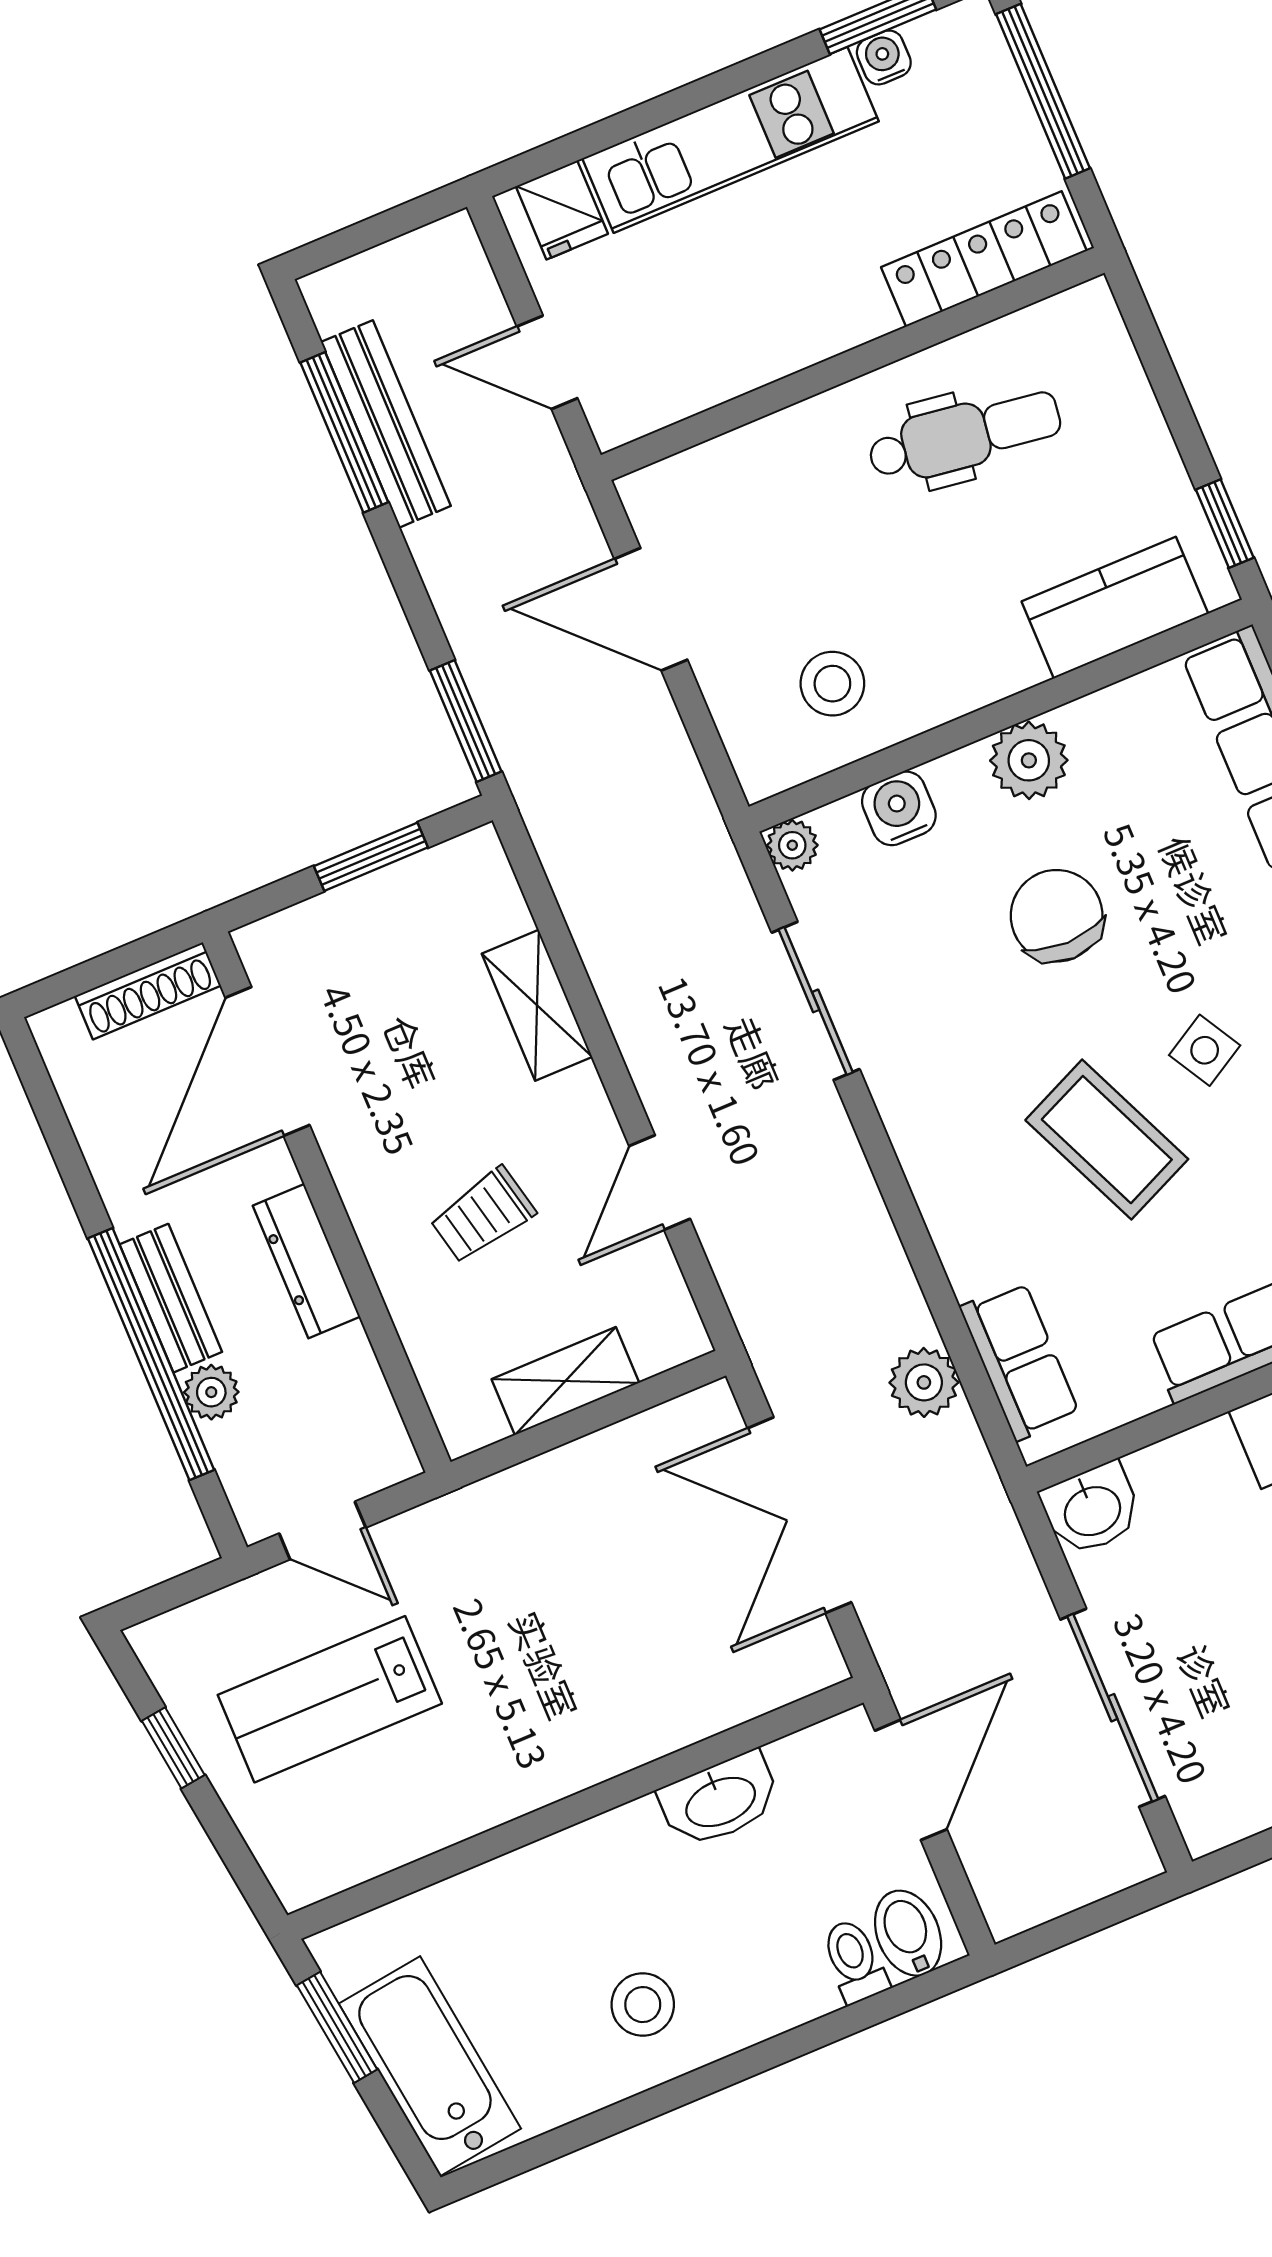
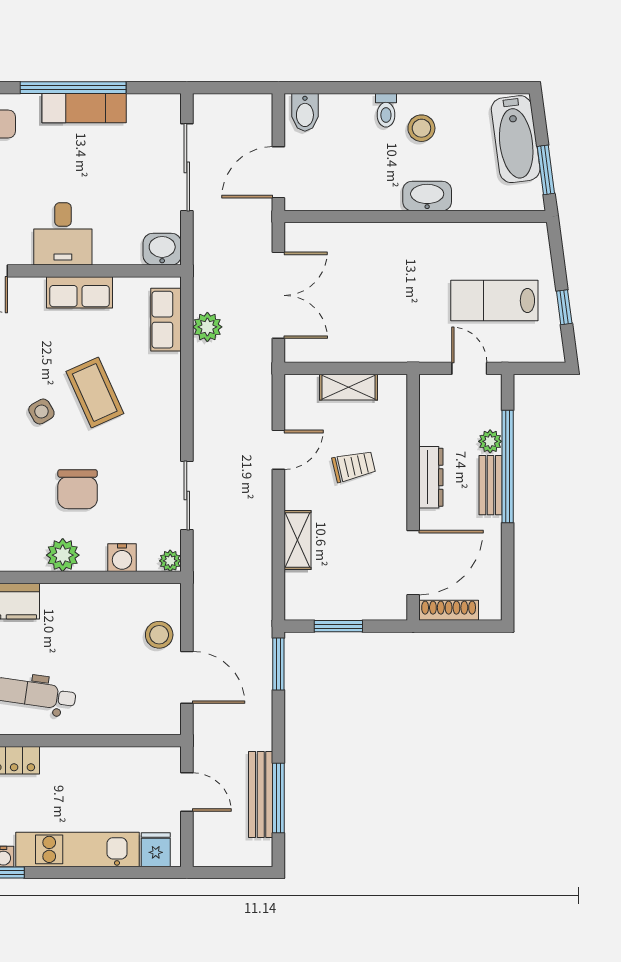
stool: (832, 684) -> (159, 635), moved
lab bench: (330, 1699) -> (494, 301), turned 180
washbasin: (720, 1800) -> (427, 196), moved
toilet: (854, 1961) -> (386, 110), moved

